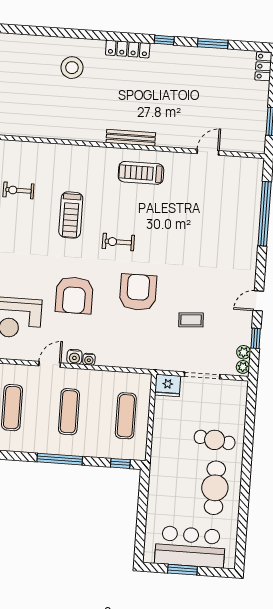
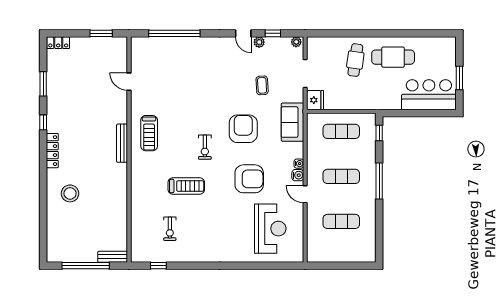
armchair: (138, 292) -> (243, 129), turned 90
plant: (244, 352) -> (259, 42), moved
sofa: (142, 355) -> (292, 122), added
bar counter: (190, 547) -> (429, 95), moved, turned 90

